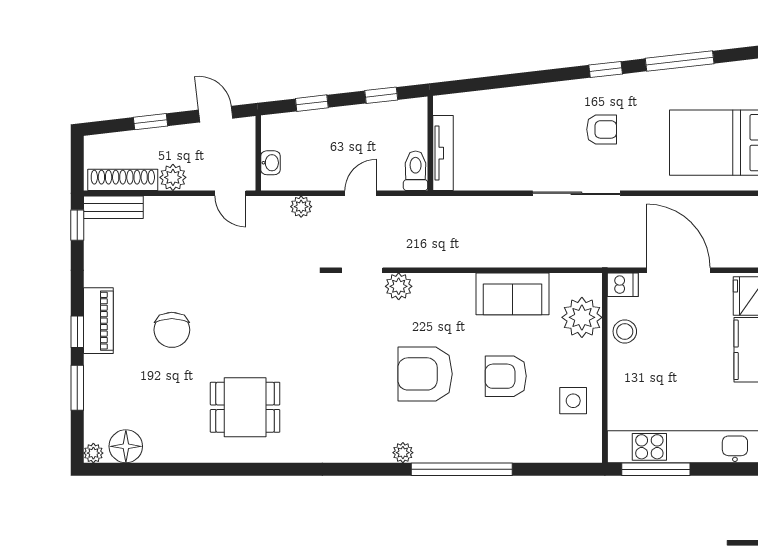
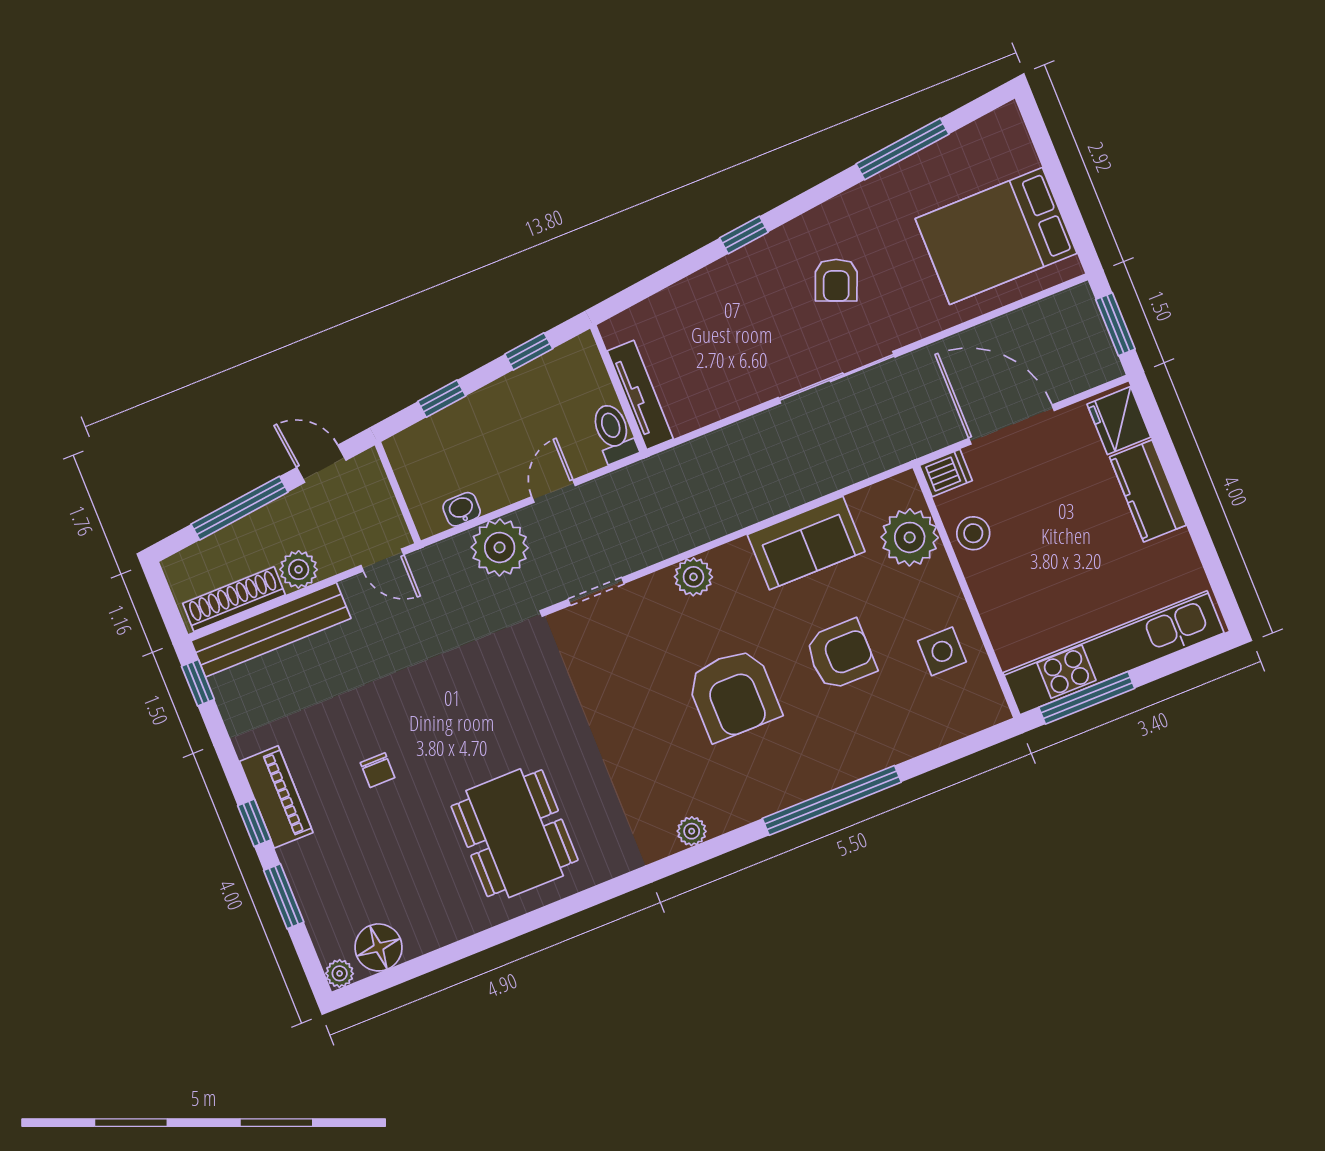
window: (606, 69) -> (744, 235), moved
window: (150, 122) -> (240, 508), width x2.17
armchair: (602, 129) -> (836, 280), turned 112
washbasin: (270, 163) -> (462, 509), moved, turned -90
bench: (113, 207) -> (271, 630), width x1.86, depth x1.21
plant: (301, 207) -> (500, 547), width x1.87, depth x1.87
plant: (399, 286) -> (693, 577), moved
chair: (172, 330) -> (378, 770), width x0.54, depth x0.54
armchair: (425, 374) -> (733, 694), turned -90
armchair: (506, 376) -> (841, 655), turned 180
dining table: (245, 407) -> (515, 833), width x1.38
plant: (403, 453) -> (692, 831), moved

